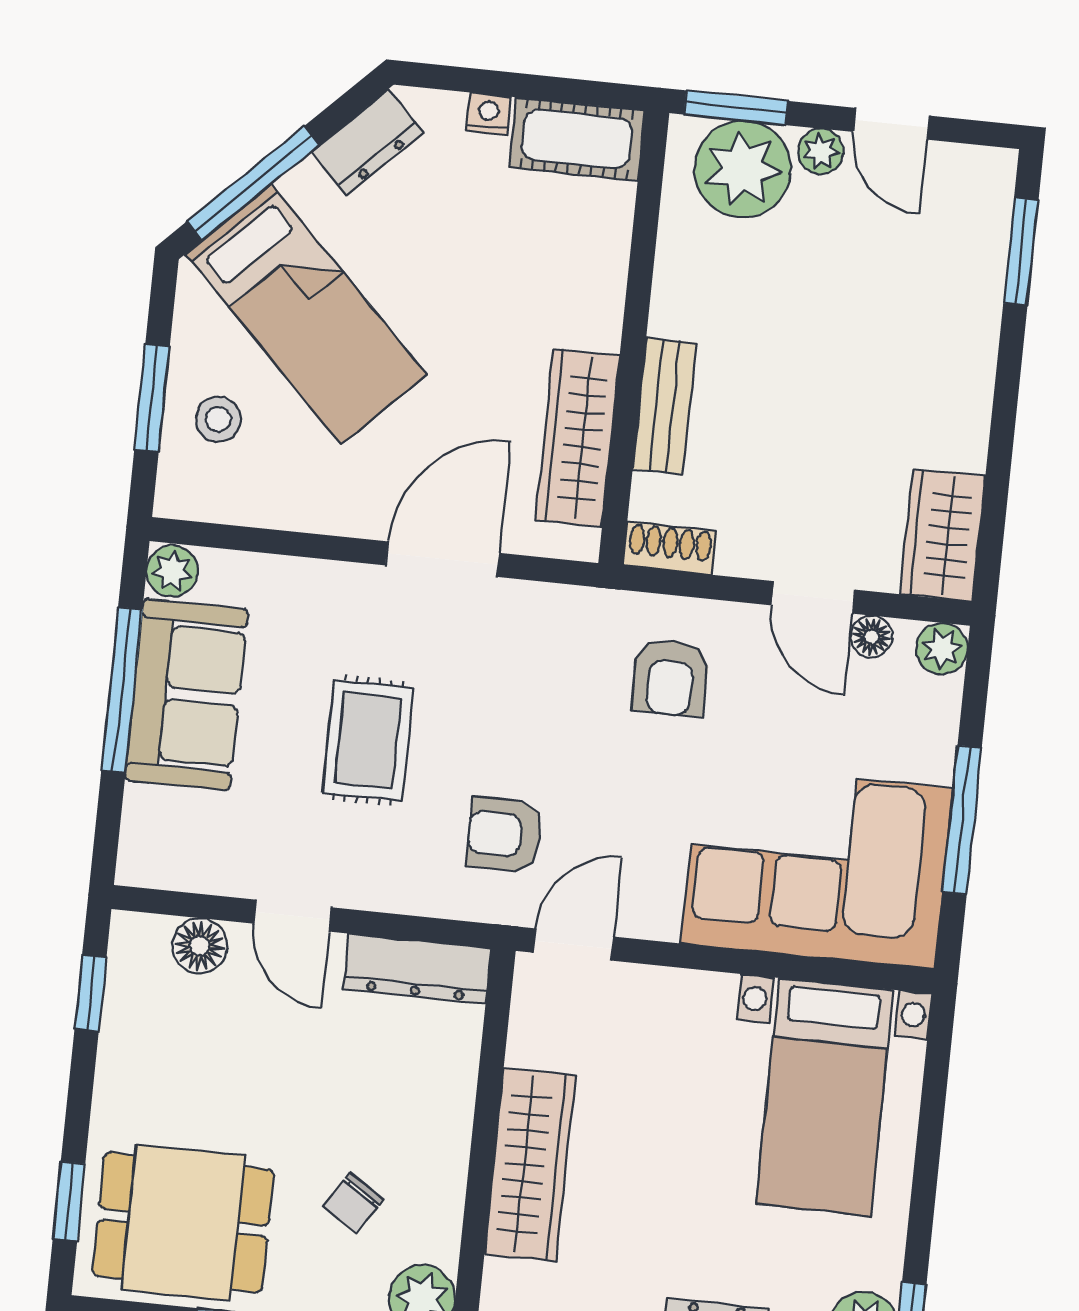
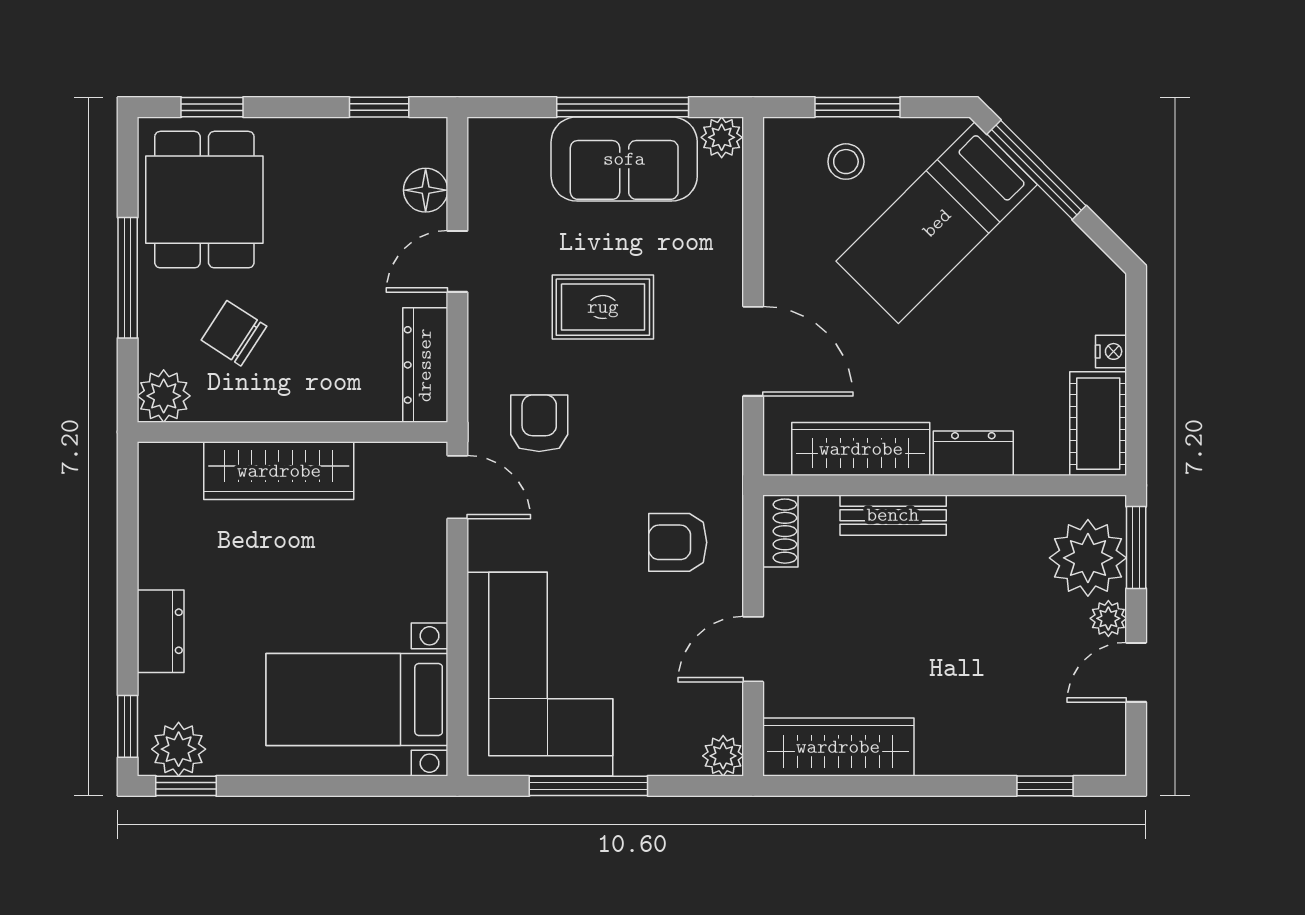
dresser: (367, 142) -> (973, 453), moved, turned 135
window: (1021, 252) -> (1045, 786), width x0.67
wardrobe: (943, 535) -> (838, 747), width x1.50
floor lamp: (872, 637) -> (727, 699), removed
chair: (353, 1203) -> (234, 333), width x1.37, depth x1.37

